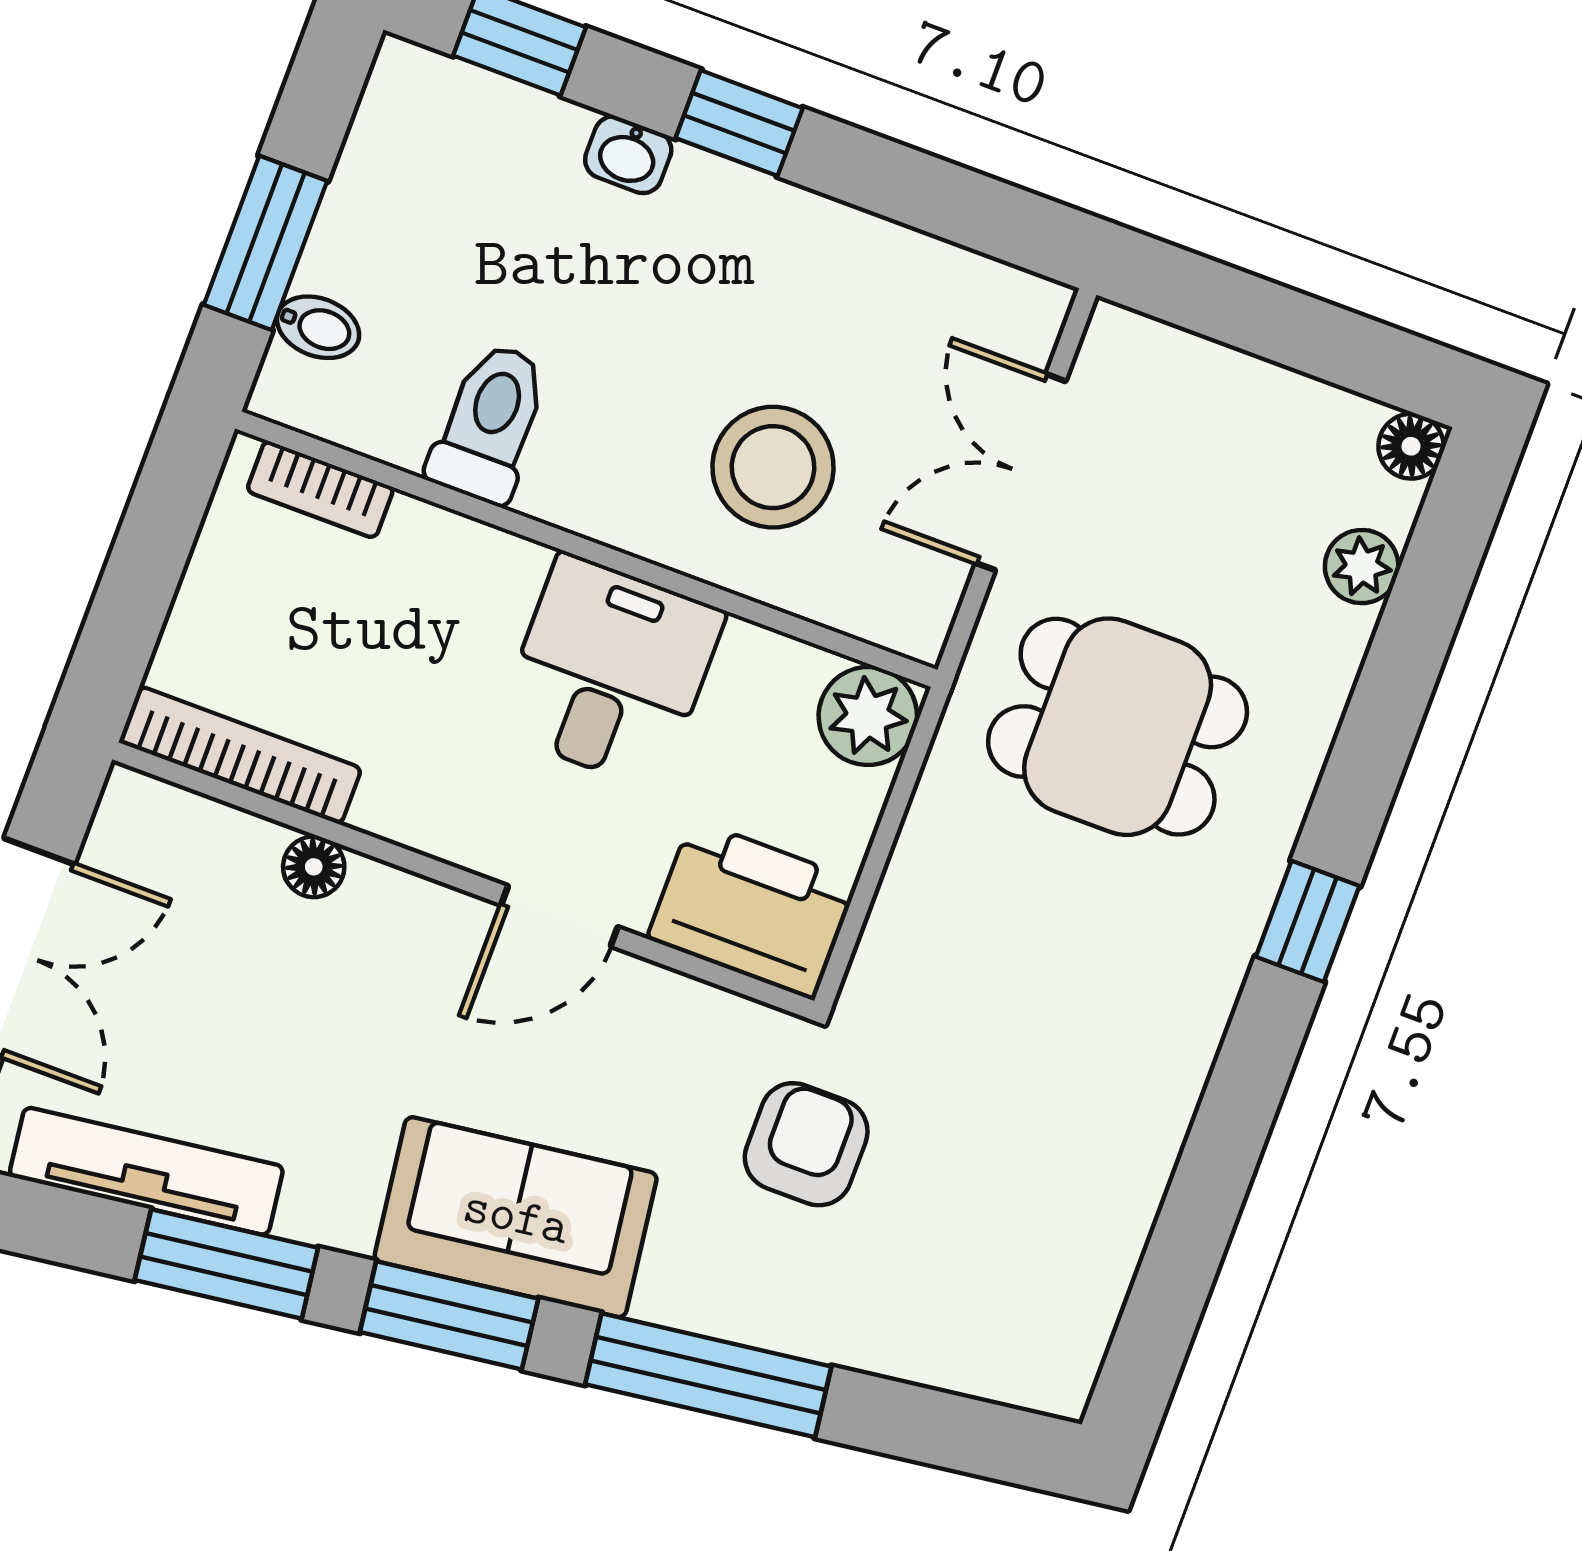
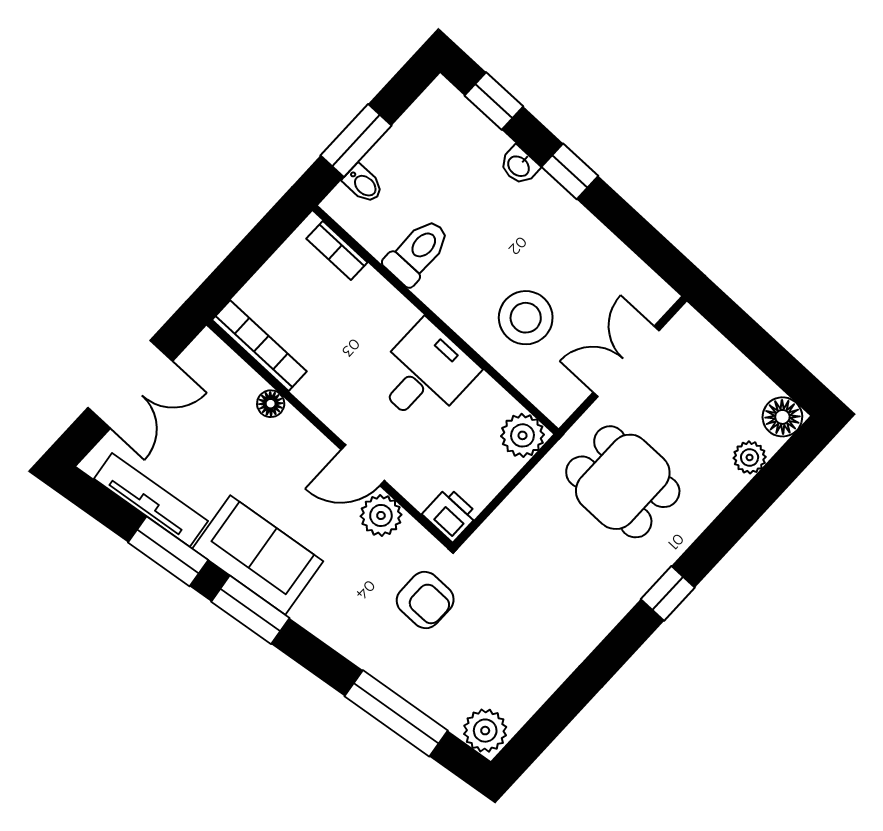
floor lamp: (1411, 446) -> (782, 417), width x1.37, depth x1.37
printer: (753, 909) -> (450, 514), width x0.53, depth x0.68
plant: (641, 1006) -> (381, 515), added
armchair: (806, 1144) -> (425, 600), turned 90
sofa: (516, 1217) -> (258, 555), moved
plant: (1044, 1366) -> (485, 731), added
window: (708, 1375) -> (396, 713), moved

